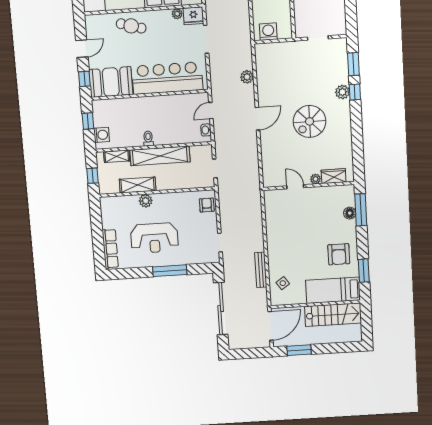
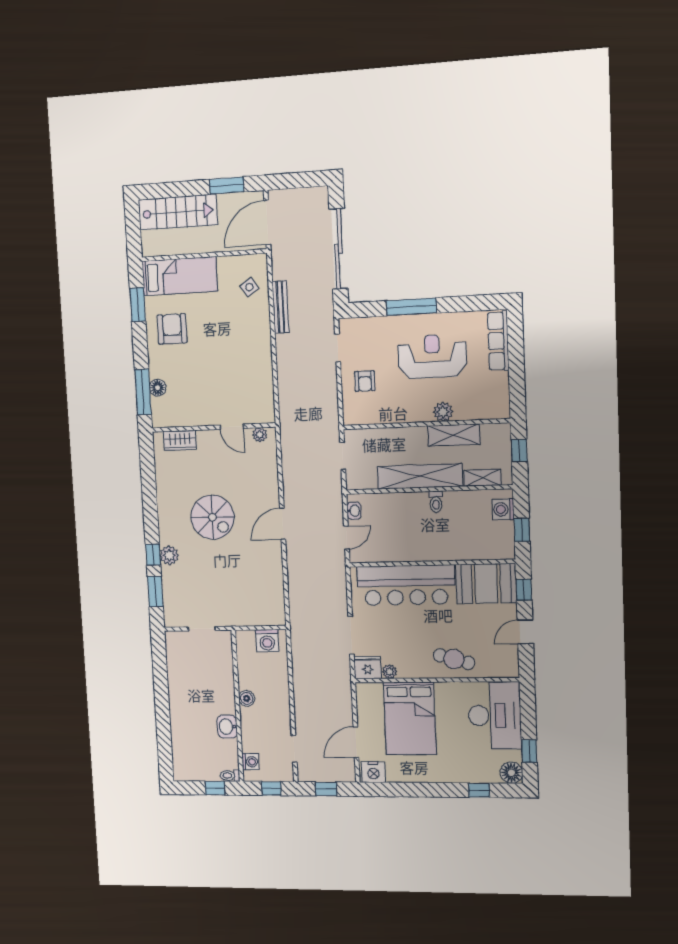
plant: (247, 77) -> (296, 582), removed
spiral stairs: (310, 121) -> (212, 517), turned 90
plant: (315, 179) -> (260, 435), moved
armchair: (207, 205) -> (365, 381), moved
stairs: (333, 315) -> (178, 212), moved, turned 180

